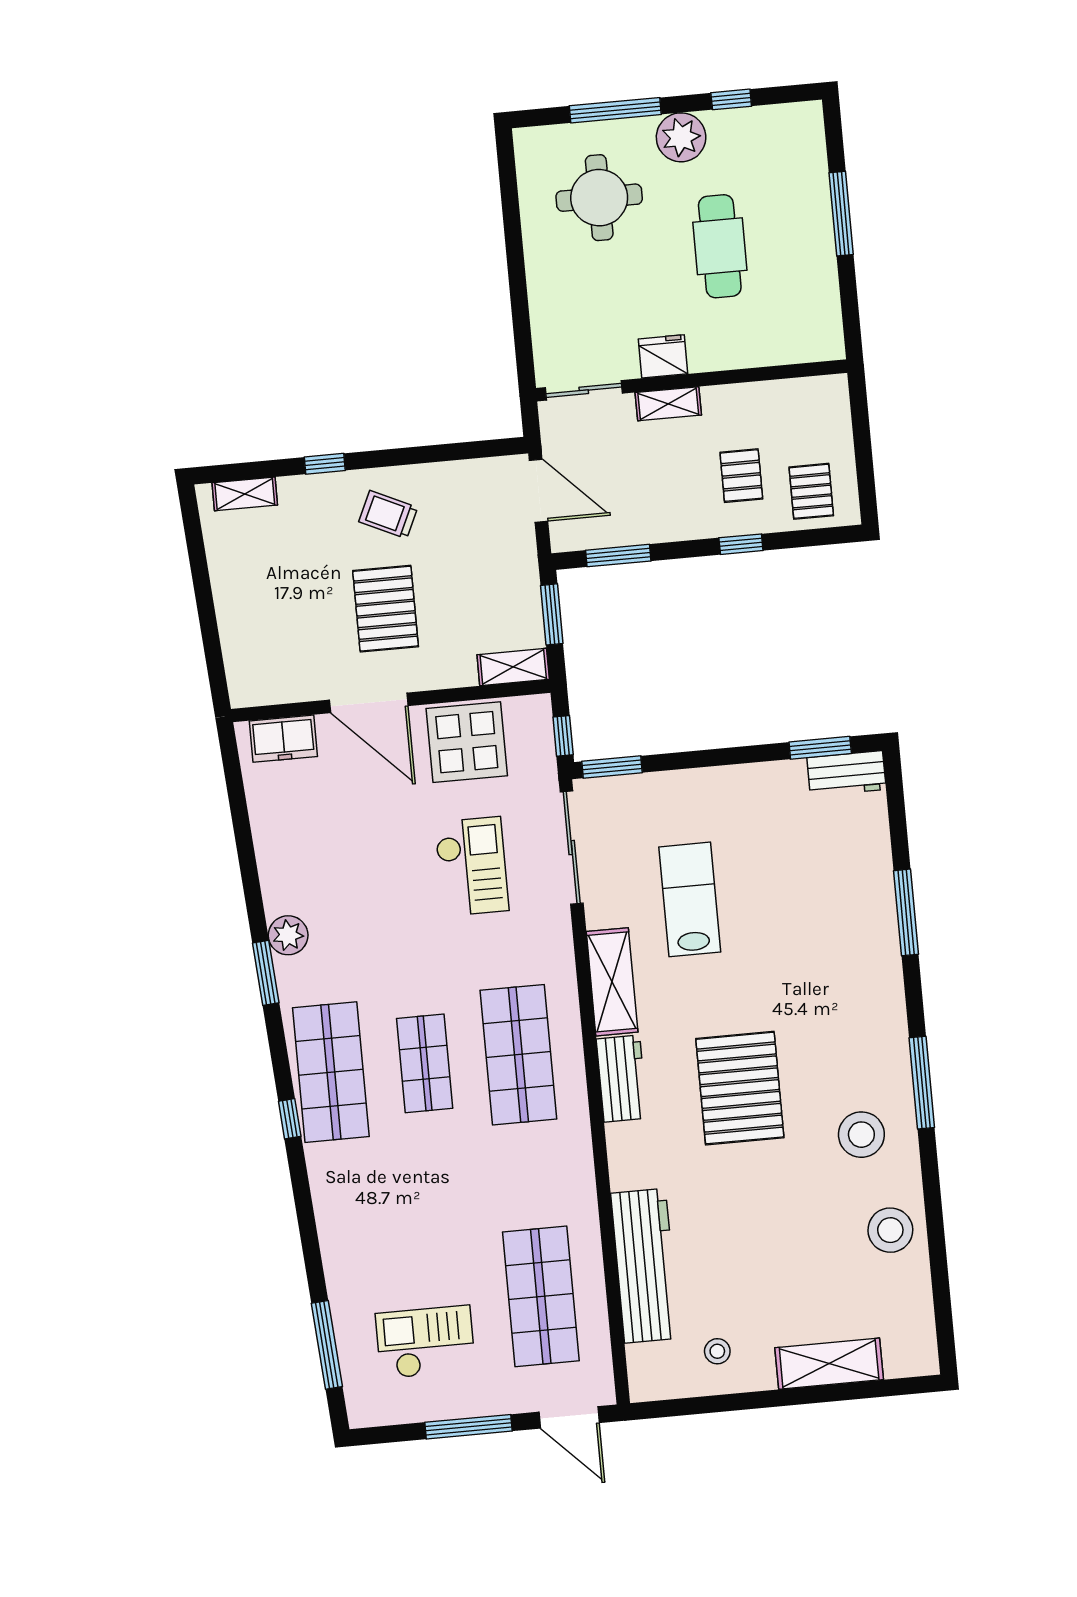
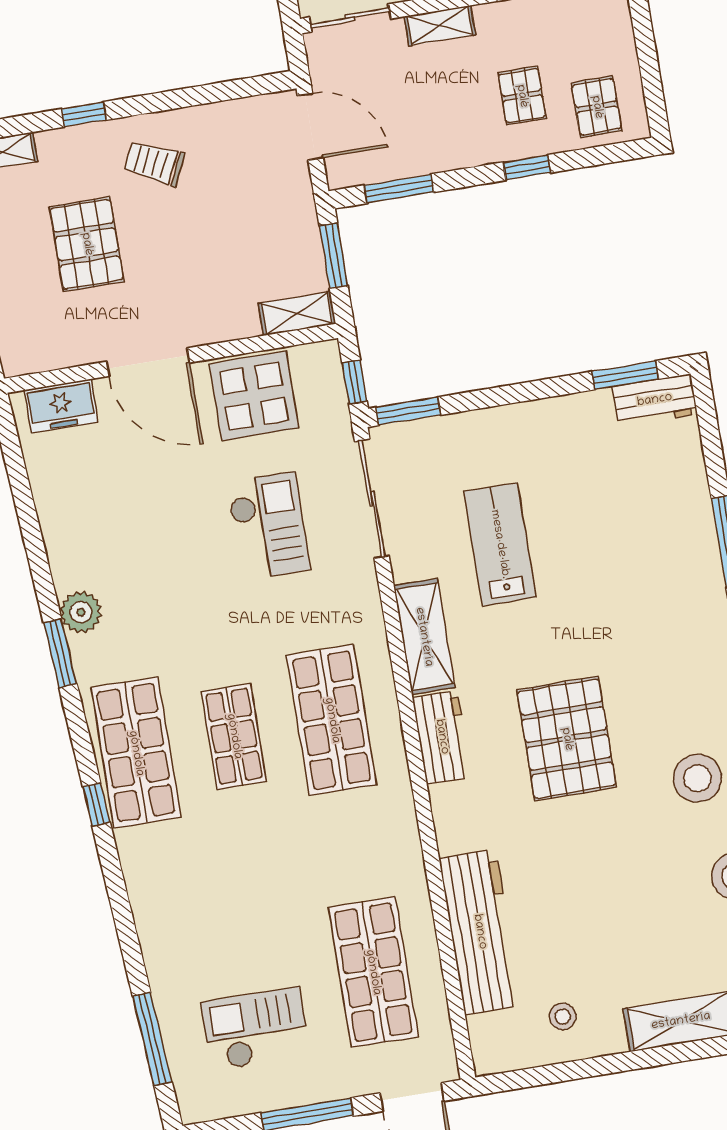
pallet: (386, 609) -> (87, 244), moved

